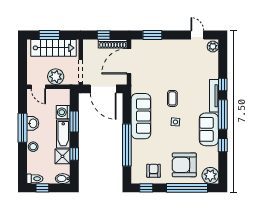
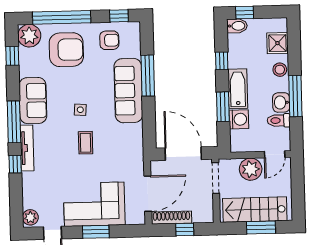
window: (152, 35) -> (96, 232), moved
corner sofa: (167, 55) -> (94, 204), added
door: (38, 87) -> (275, 154), swing flipped
sofa: (141, 116) -> (128, 91), moved
window: (127, 145) -> (148, 76), width x0.68
window: (223, 145) -> (12, 56), moved
shower: (62, 156) -> (277, 43), moved
armchair: (154, 171) -> (109, 40), turned -90
toilet: (35, 179) -> (279, 120), moved
window: (42, 188) -> (245, 13), moved

